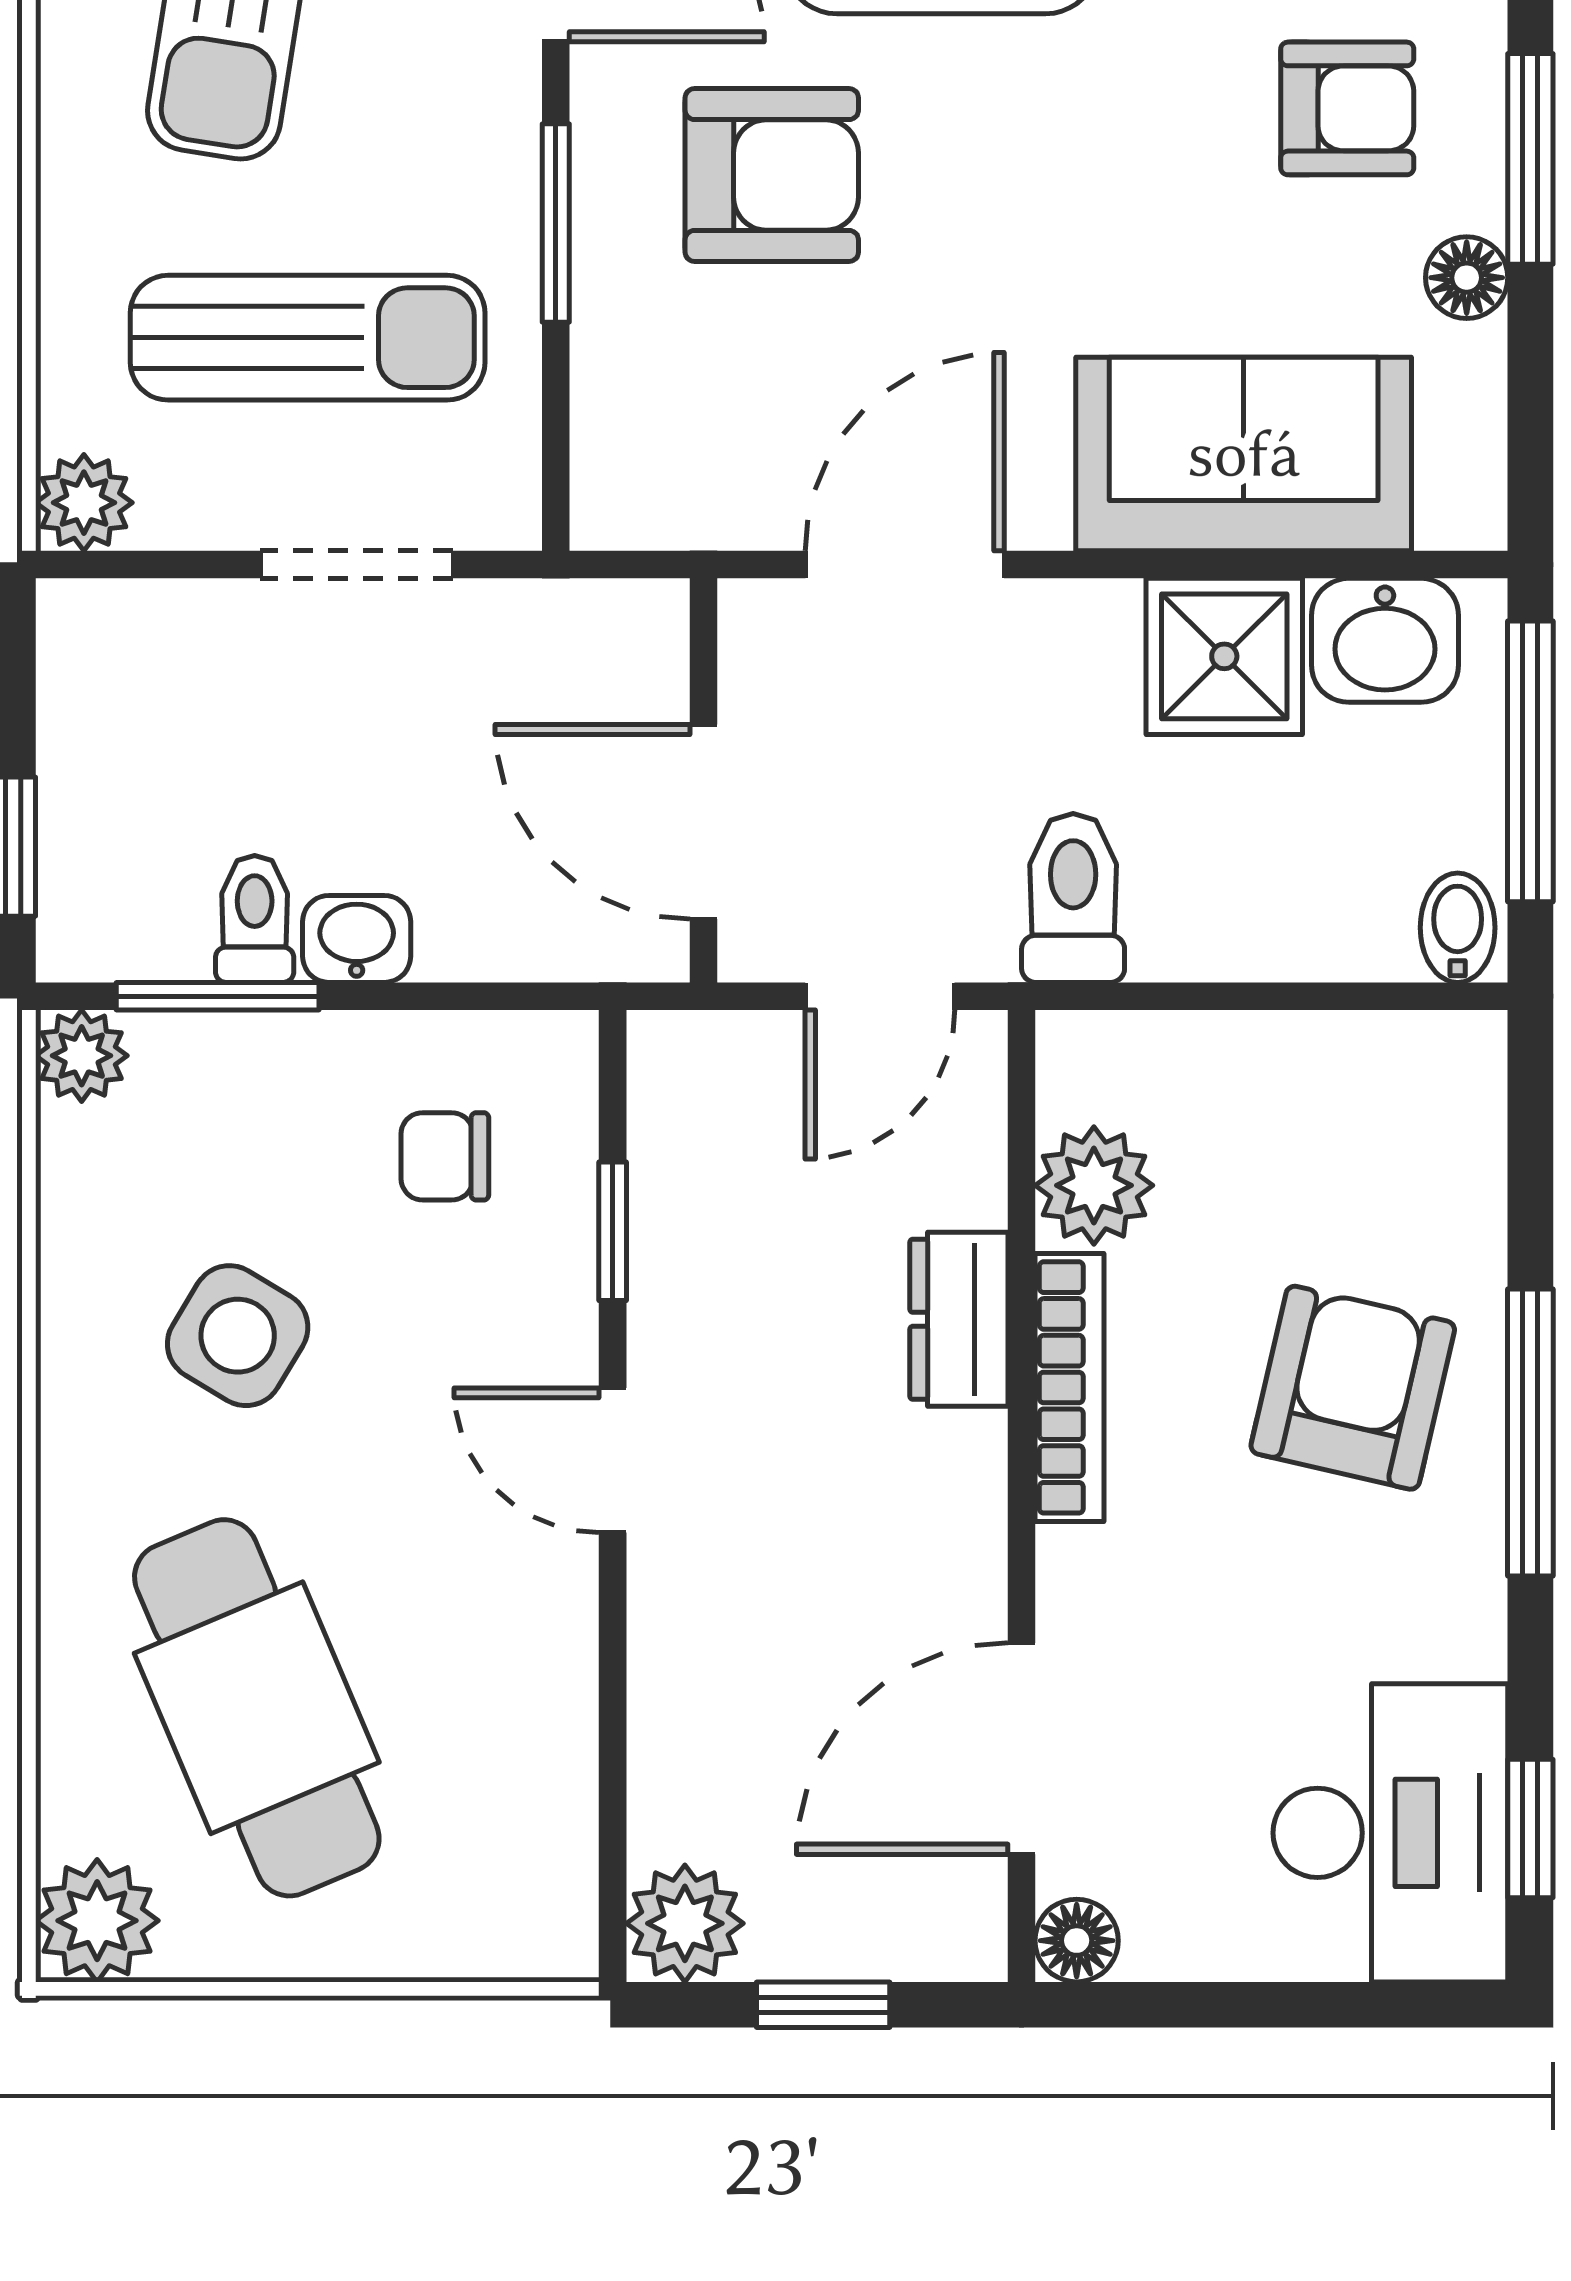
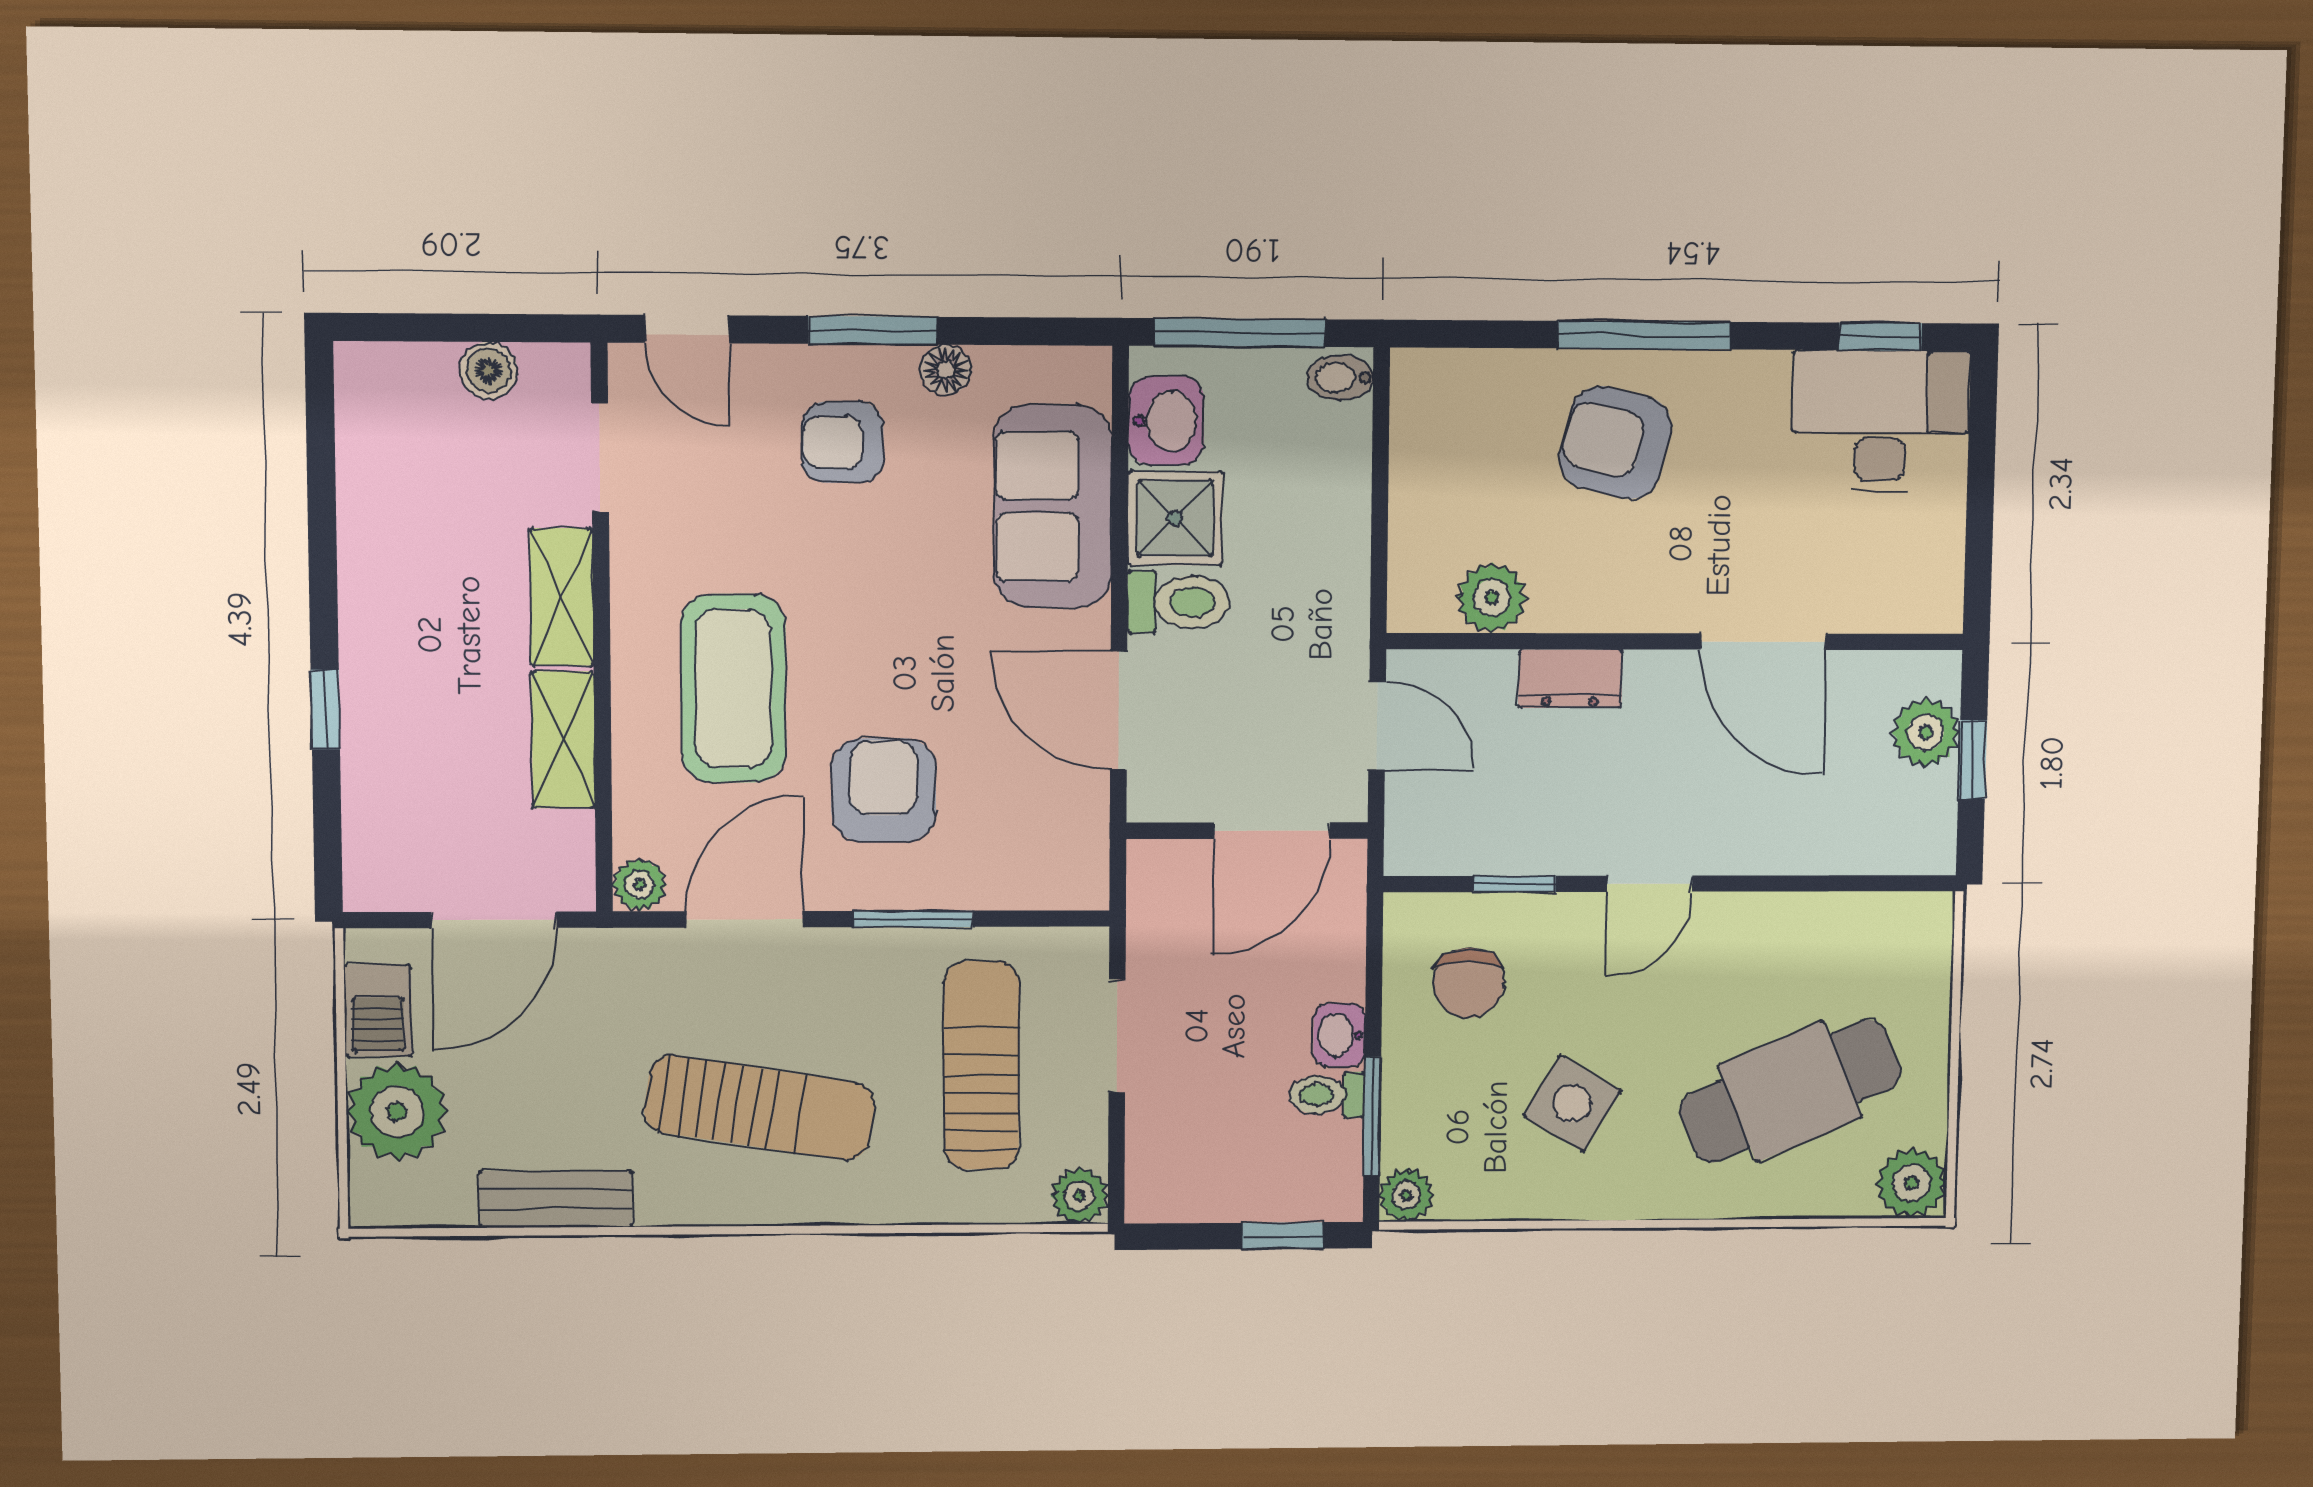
armchair: (1347, 108) -> (843, 442), turned -90
toilet: (1073, 898) -> (1178, 602), moved, turned 180
chair: (445, 1156) -> (1469, 983), width x1.37, depth x1.37
bookcase: (1069, 1387) -> (1612, 613), removed
door: (1022, 1749) -> (1763, 642), moved
plant: (685, 1923) -> (1926, 733), moved
floor lamp: (1077, 1941) -> (1939, 609), removed

